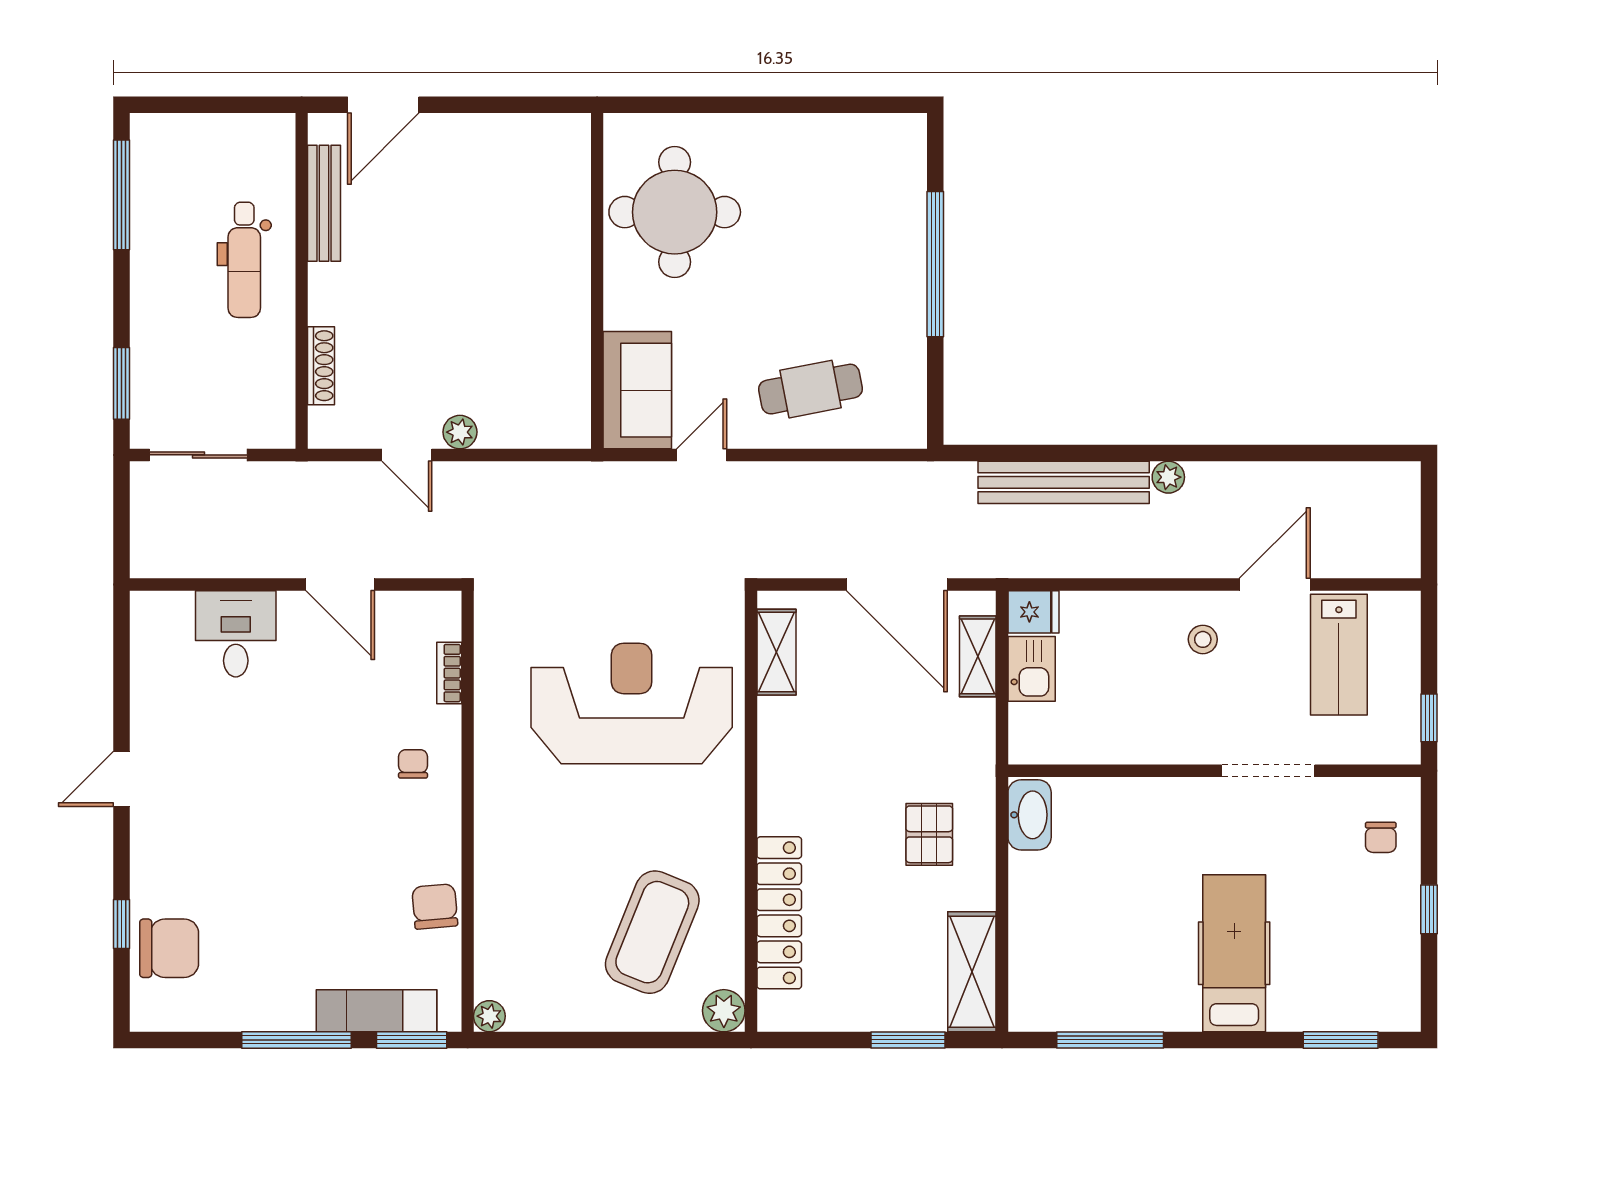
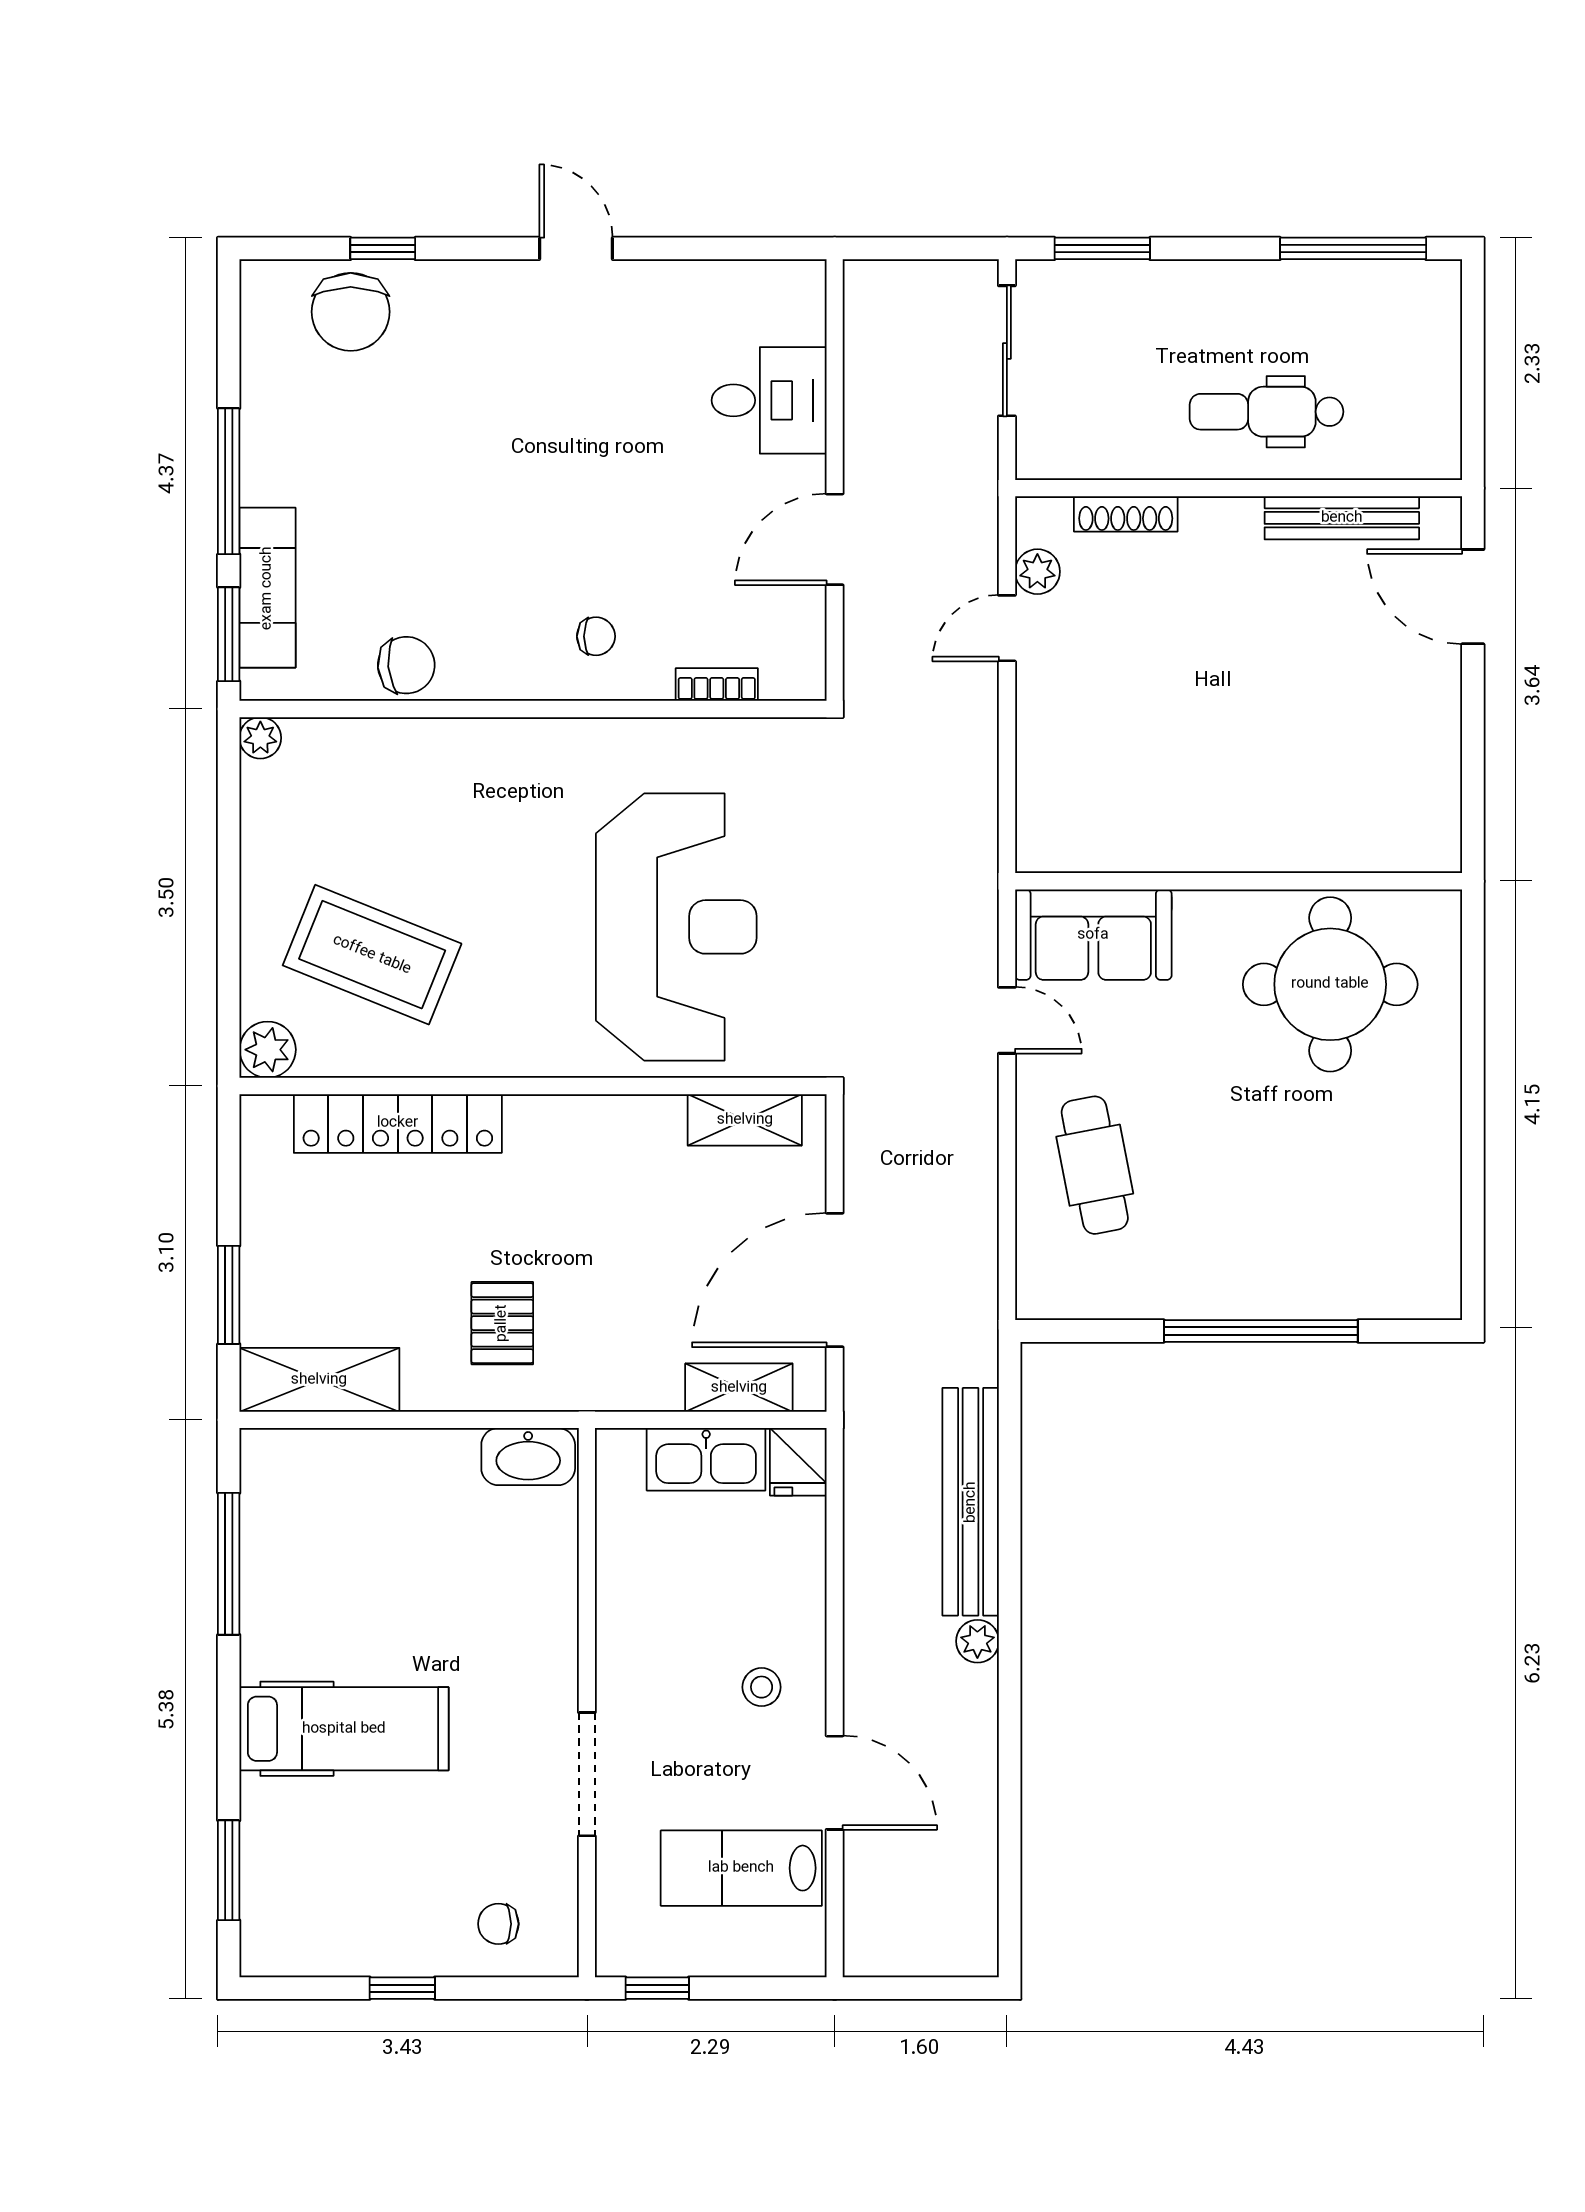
plant: (460, 432) -> (1037, 572), moved
kitchen sink: (1032, 669) -> (706, 1459), width x1.38
pallet: (929, 834) -> (502, 1323), turned 90

